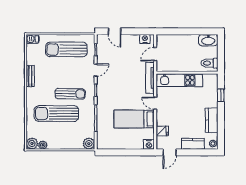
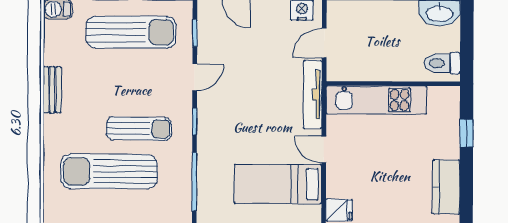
sun lounger: (66, 49) -> (131, 32), turned 180

